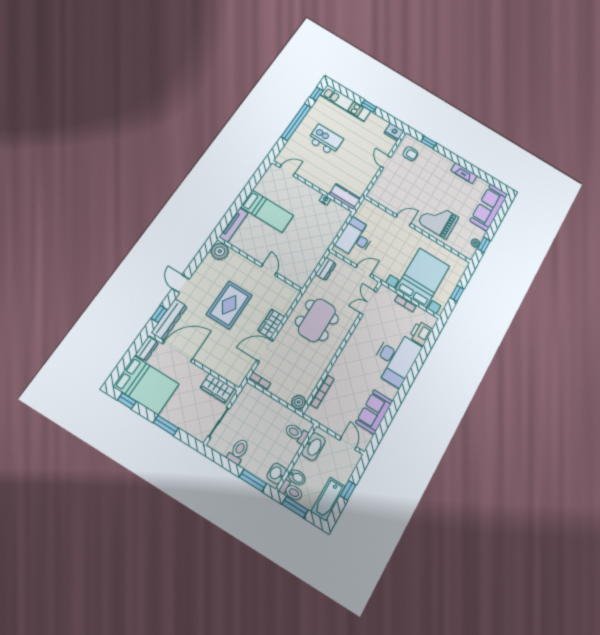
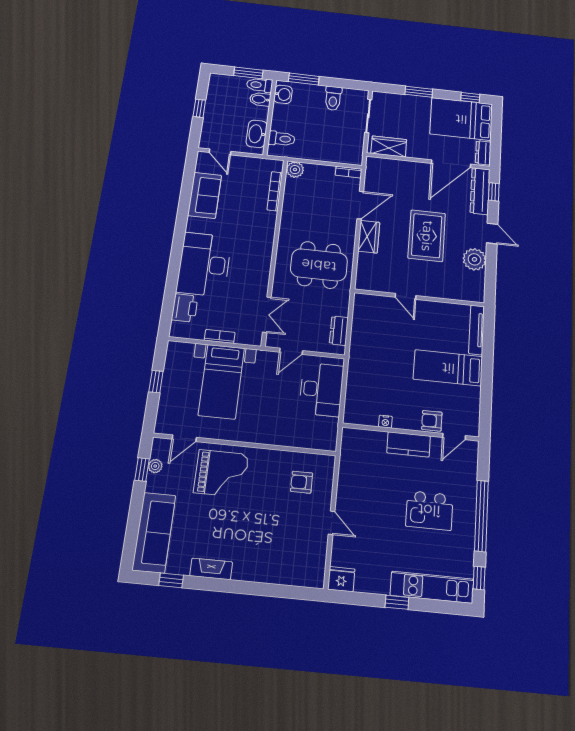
window: (429, 142) -> (171, 580), moved
armchair: (410, 154) -> (302, 482), moved
armchair: (296, 186) -> (432, 421), added
kitchen counter: (345, 197) -> (409, 444), moved
door: (403, 220) -> (184, 438), moved
plant: (220, 251) -> (474, 259), moved
bed with nightstands: (423, 278) -> (221, 381), width x0.73
dining table: (317, 320) -> (319, 265), turned 90
bathtub: (328, 499) -> (217, 93), removed

